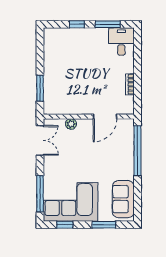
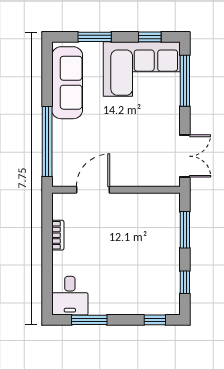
window: (77, 24) -> (155, 320), moved
window: (40, 51) -> (185, 282), added
plant: (71, 124) -> (141, 179), removed
double door: (40, 140) -> (185, 156), swing flipped
sofa: (123, 199) -> (67, 83), width x1.36

